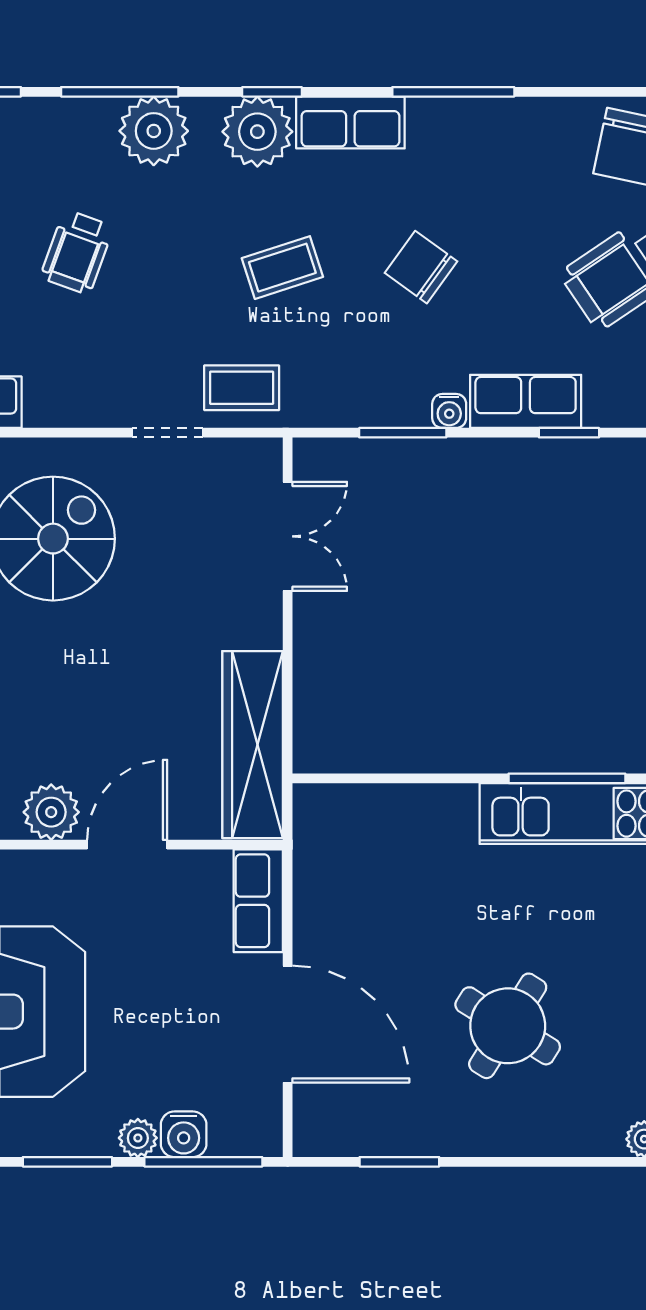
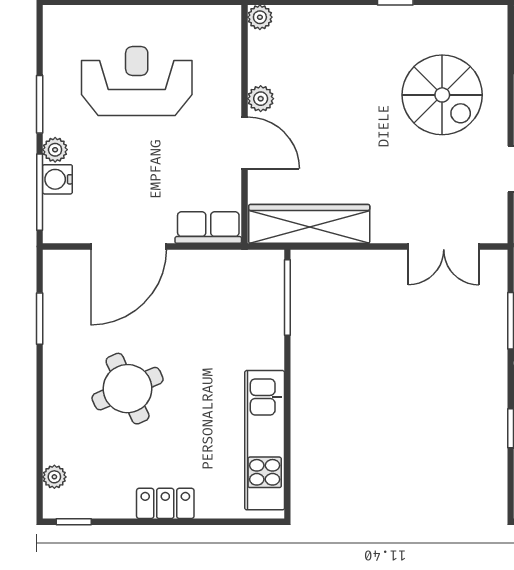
window: (567, 778) -> (287, 298), moved
plant: (51, 812) -> (261, 99), width x0.73, depth x0.73
round table: (508, 1026) -> (128, 389), turned 34

